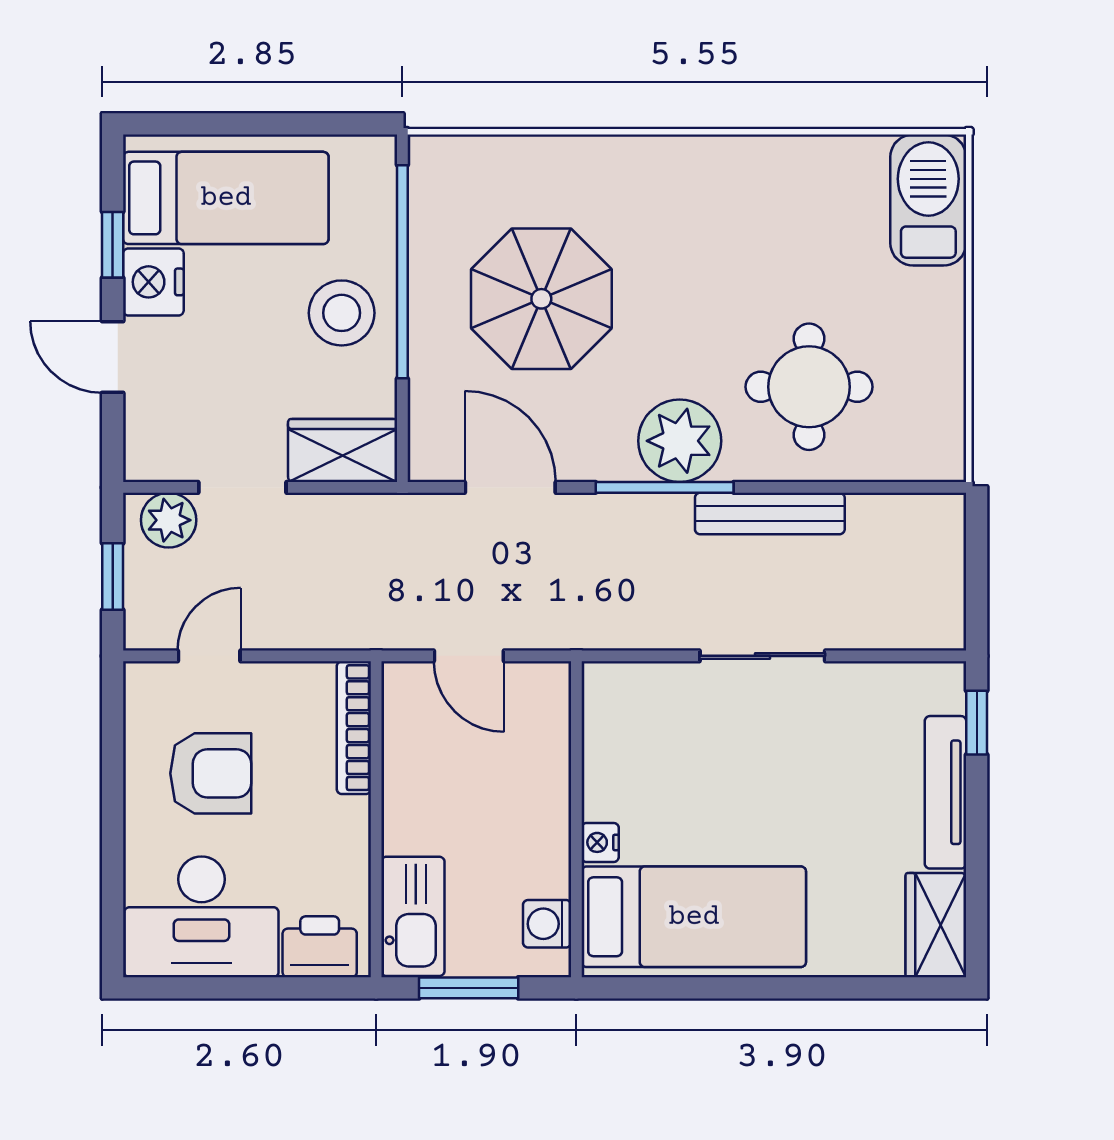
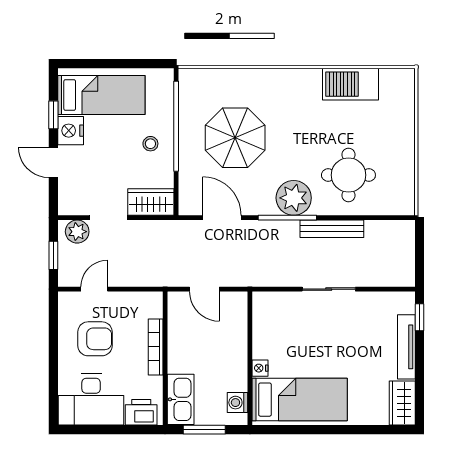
barbecue: (928, 200) -> (350, 84), moved, turned -90
stool: (342, 313) -> (150, 144), width x0.53, depth x0.53
bookcase: (354, 728) -> (156, 347), moved

